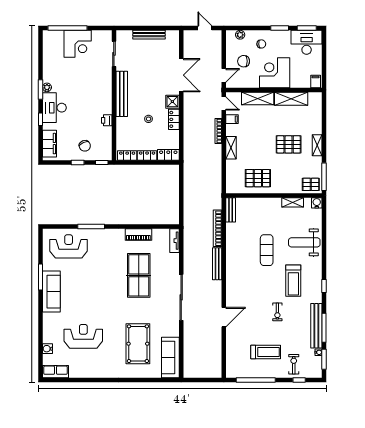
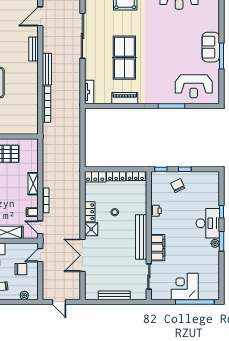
filing cabinet: (49, 144) -> (158, 248), moved, turned 180
bench: (231, 210) -> (34, 49), moved
sofa: (51, 292) -> (211, 47), width x0.73

